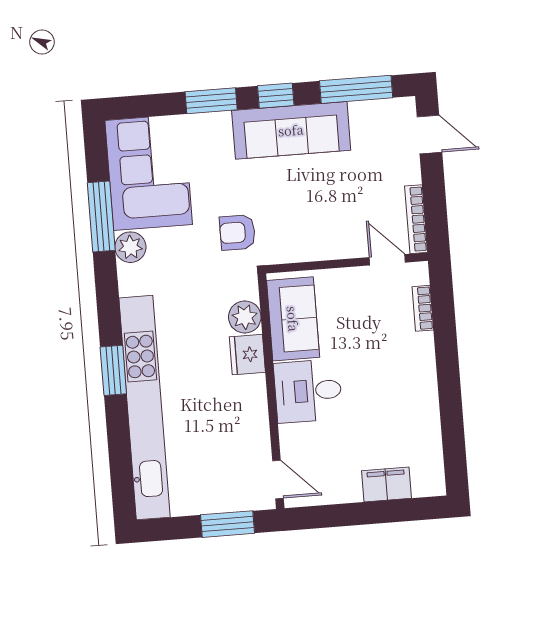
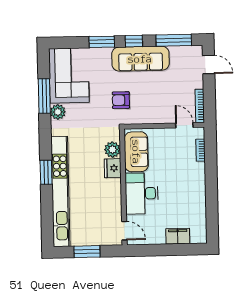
armchair: (237, 232) -> (121, 100), moved
desk: (308, 391) -> (142, 193), width x1.37
window: (228, 524) -> (87, 252), moved

